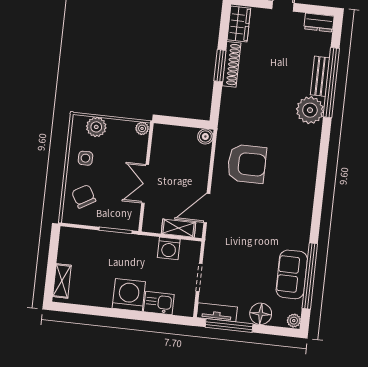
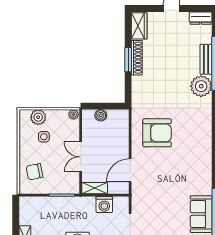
boiler: (205, 137) -> (101, 115), moved
side table: (85, 158) -> (44, 137), moved
chair: (84, 196) -> (35, 172), turned -71
shelving: (179, 228) -> (95, 188), moved

